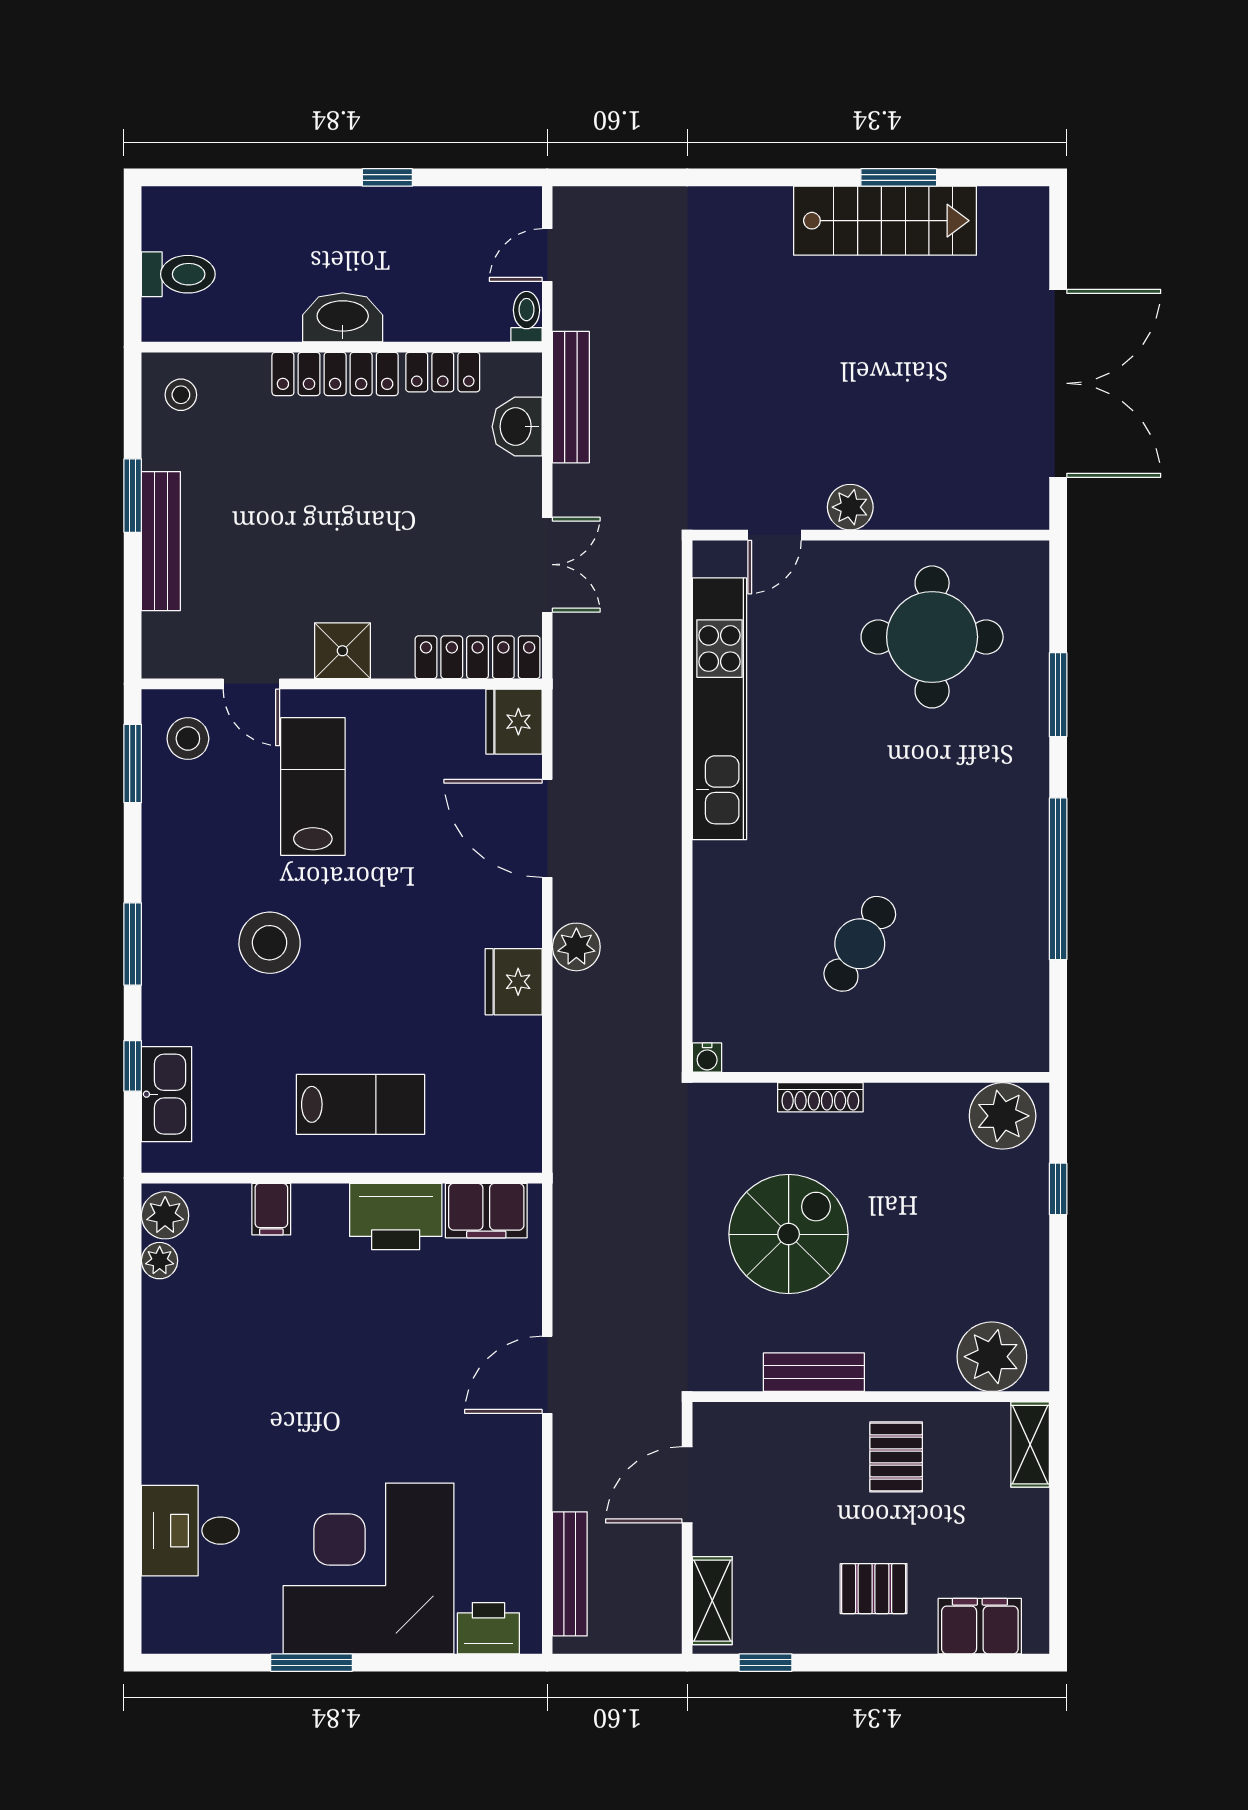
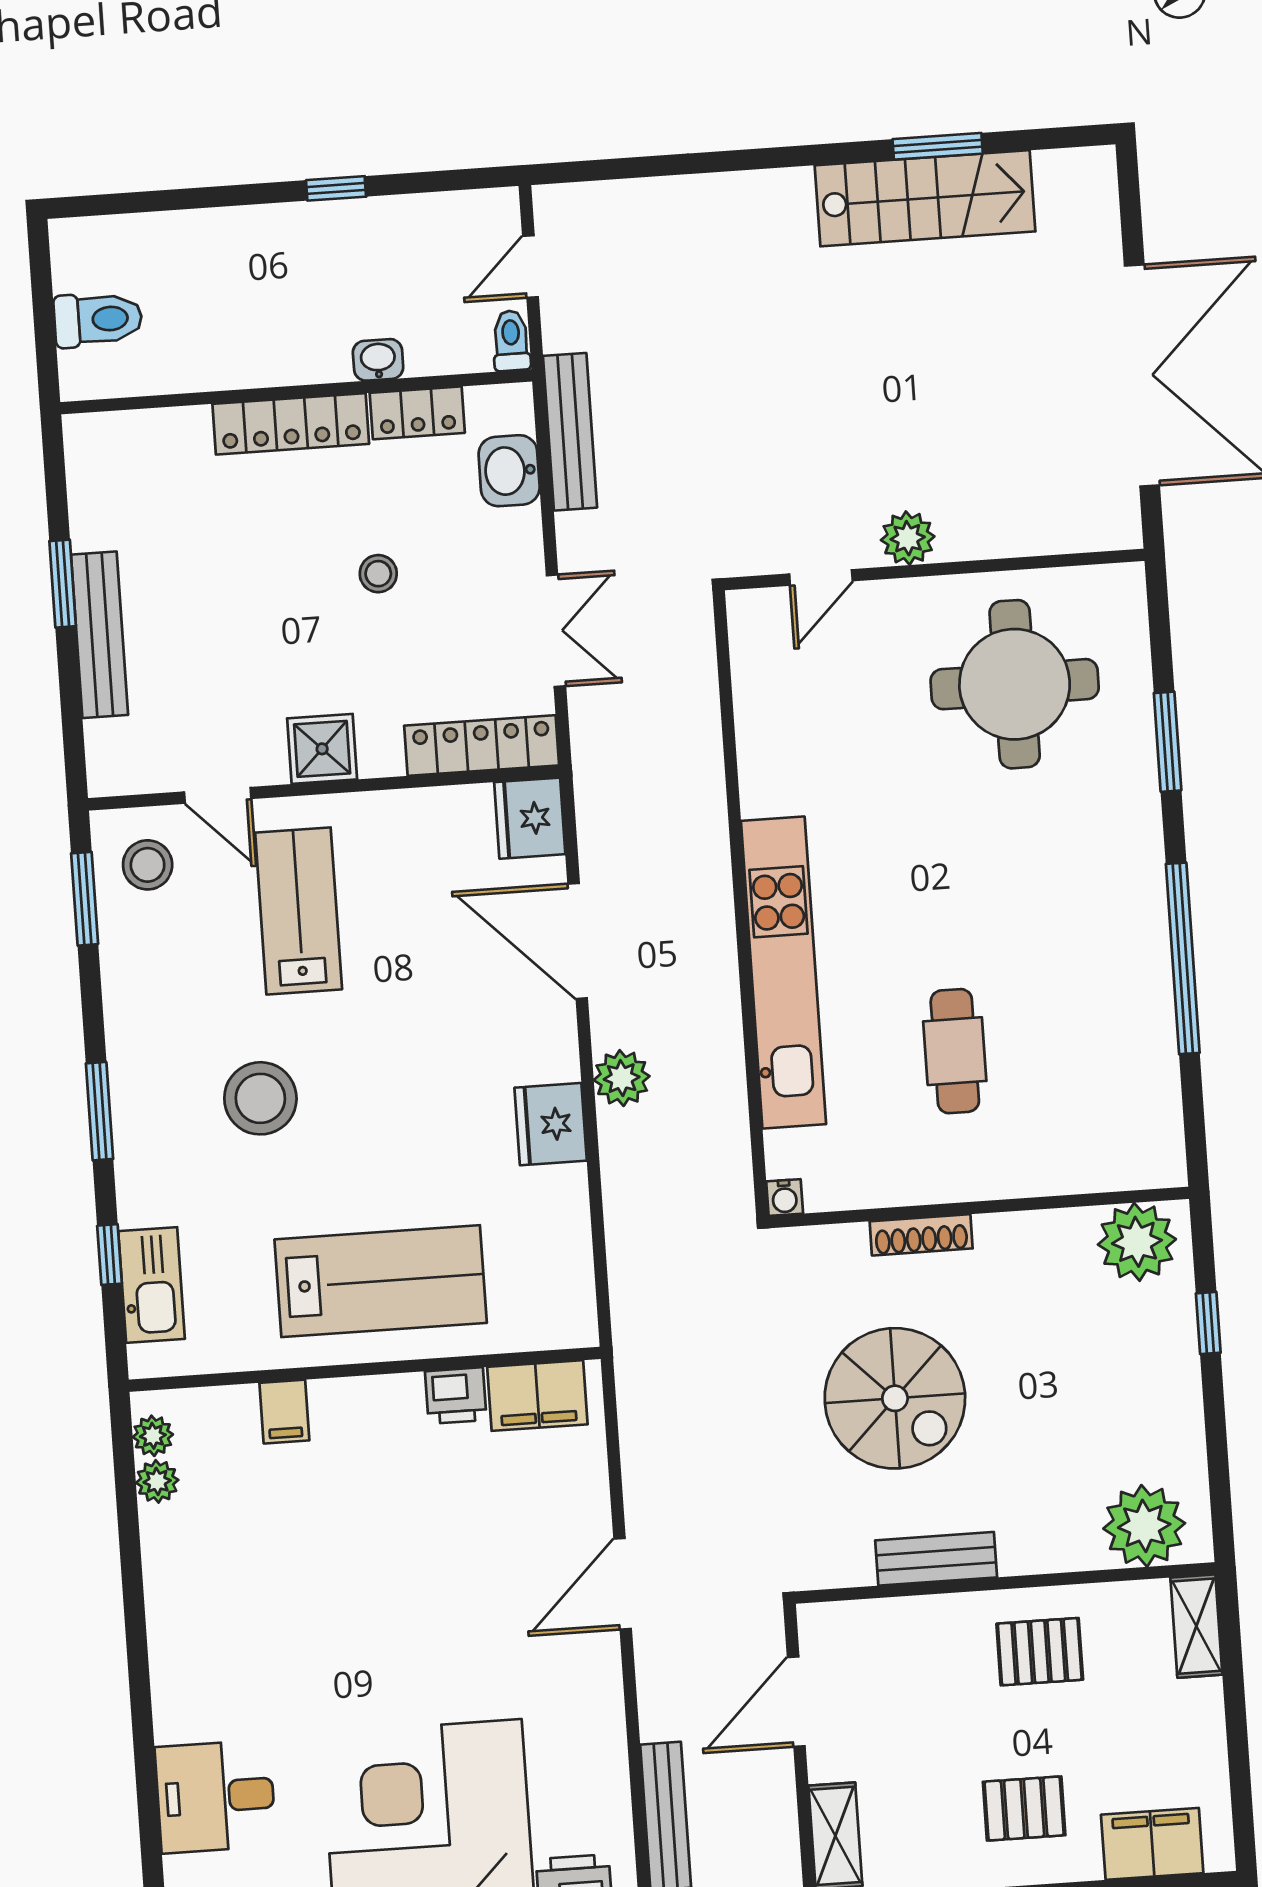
washbasin: (343, 317) -> (378, 360), moved, width x0.52, depth x0.69
stool: (181, 395) -> (378, 574), moved
kitchen unit: (719, 709) -> (783, 973), moved
cafe table: (860, 944) -> (955, 1051), turned -31
lab bench: (360, 1104) -> (381, 1281), width x1.36, depth x1.39
plant: (165, 1215) -> (153, 1436), width x0.73, depth x0.73
printer: (396, 1216) -> (456, 1396), width x0.53, depth x0.68
spiral stairs: (789, 1234) -> (895, 1398), turned 90
pallet: (896, 1457) -> (1040, 1652), turned 90

